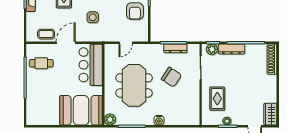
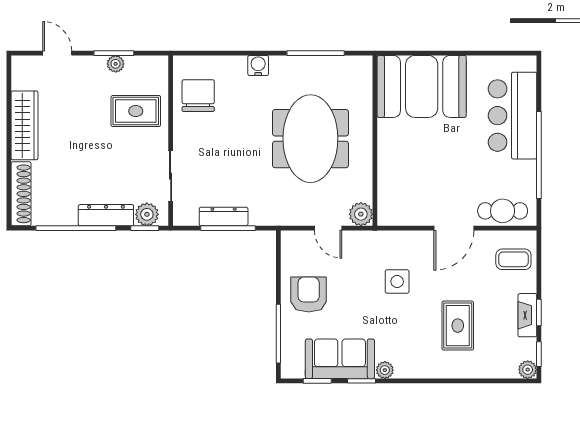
coffee table: (46, 34) -> (513, 259), moved
door: (126, 43) -> (328, 228), swing flipped
cafe table: (41, 63) -> (503, 211), moved
bar counter: (91, 65) -> (513, 116), moved, turned 180
chair: (171, 77) -> (198, 96), moved, turned 57
rug: (217, 99) -> (136, 111), turned 90
wardrobe: (270, 114) -> (24, 125), moved, width x1.50
plant: (110, 120) -> (361, 214), moved

